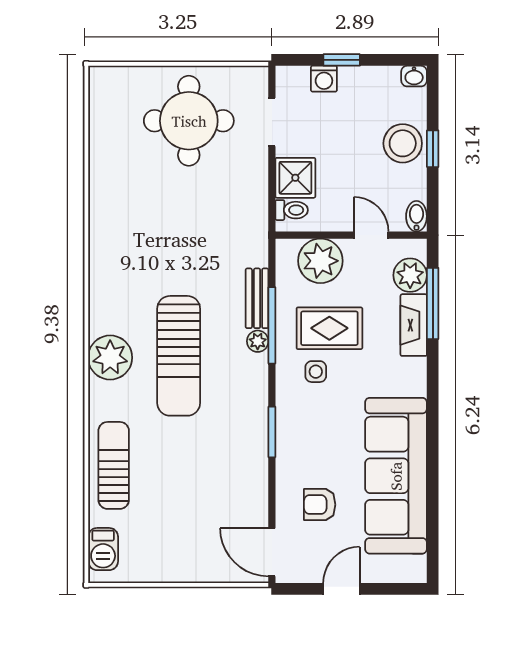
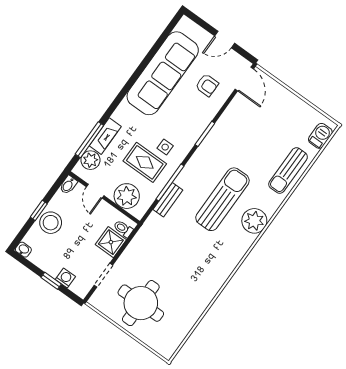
plant: (258, 341) -> (182, 180), removed

